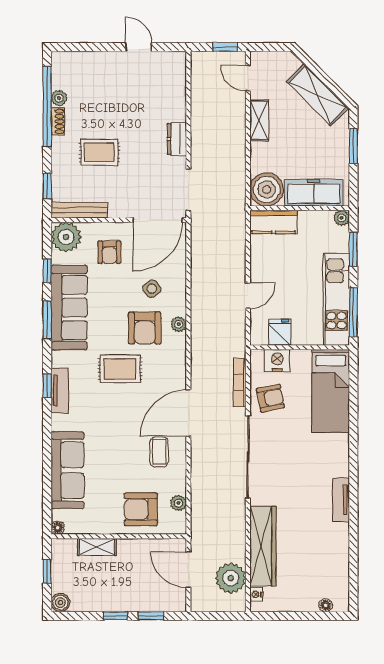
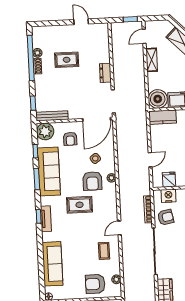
door: (248, 78) -> (144, 36), hinge flipped
rug: (99, 152) -> (67, 60), moved
door: (188, 413) -> (119, 228), width x0.53

